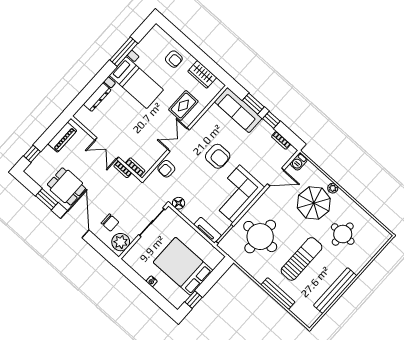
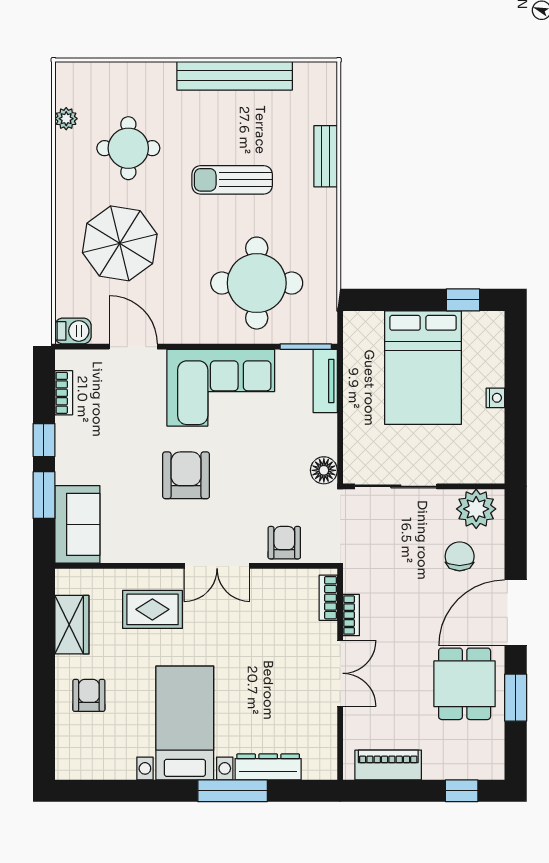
window: (124, 52) -> (233, 791), moved
sofa: (238, 110) -> (77, 524), width x0.73
armchair: (166, 169) -> (284, 543), turned -92
plant: (333, 188) -> (66, 119), moved
sun lounger: (302, 259) -> (232, 180), width x0.73, depth x0.75
bench: (278, 294) -> (326, 156), width x0.73

